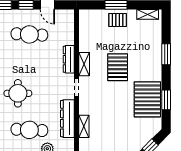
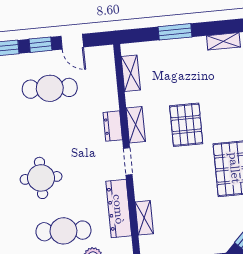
pallet: (118, 20) -> (180, 54), removed
shelving: (84, 30) -> (131, 73), added
dresser: (69, 59) -> (113, 126), width x0.70

